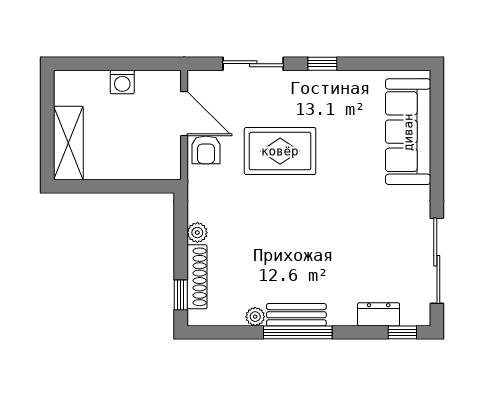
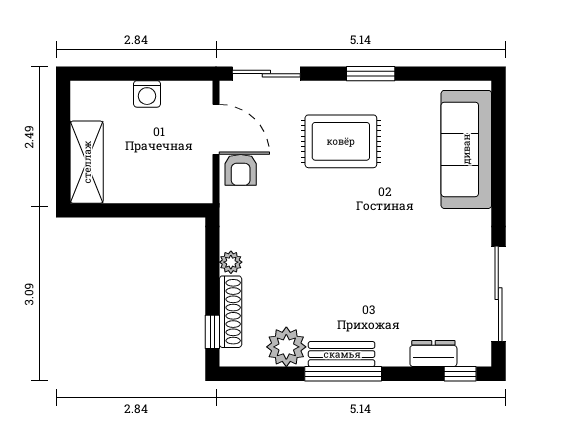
sliding door: (253, 64) -> (266, 74), moved
window: (322, 64) -> (371, 74), width x1.50
rug: (280, 151) -> (341, 141), moved
plant: (255, 317) -> (286, 347), width x1.87, depth x1.87

